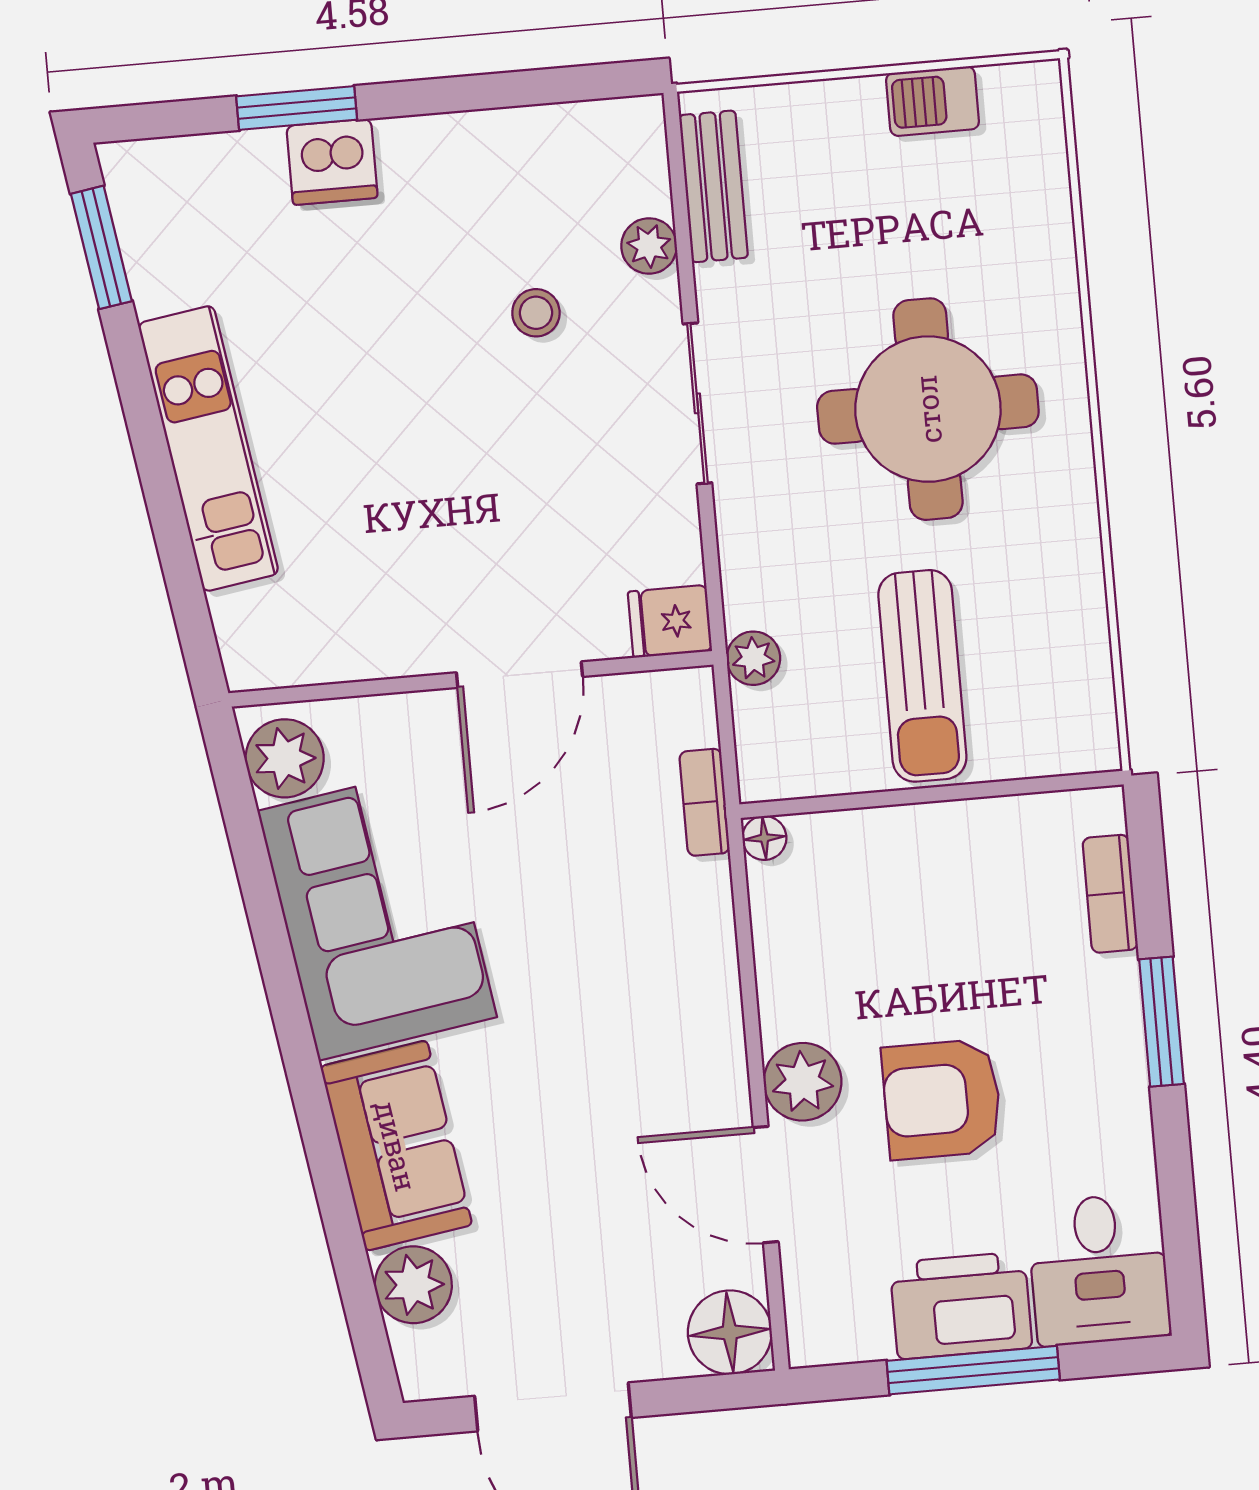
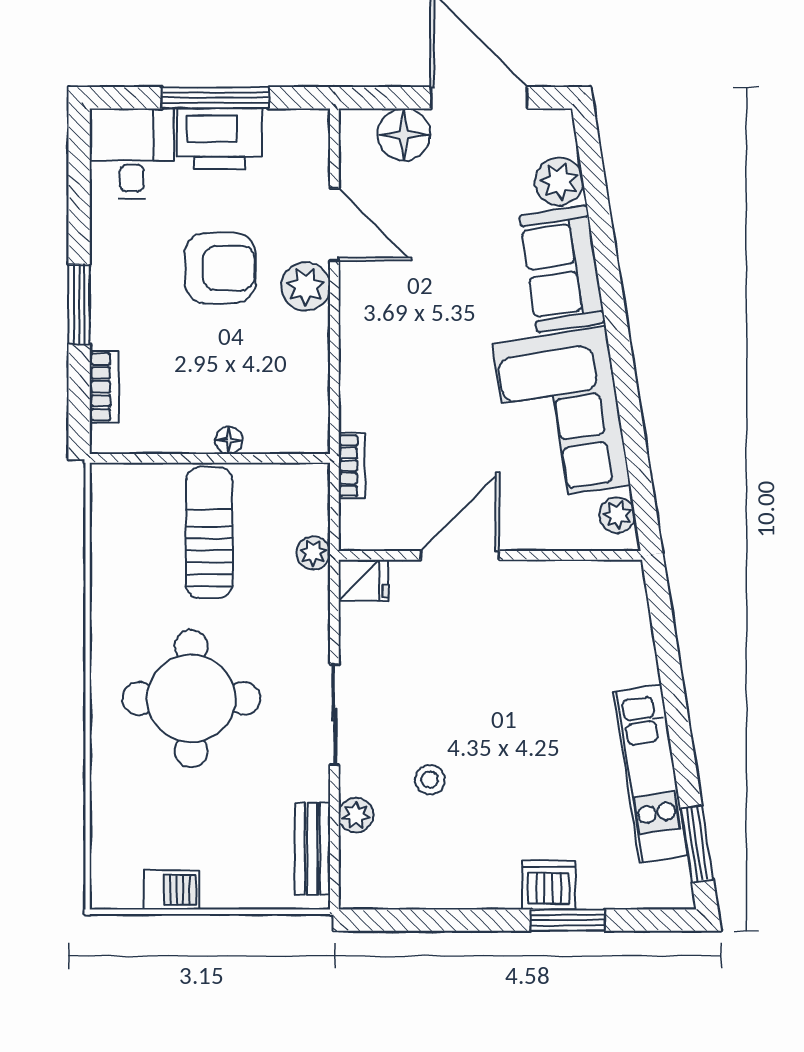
kitchen unit: (208, 449) -> (651, 773), moved
plant: (285, 758) -> (617, 515), width x0.73, depth x0.73
floor lamp: (764, 838) -> (229, 440), moved
floor lamp: (730, 1332) -> (404, 135), moved

